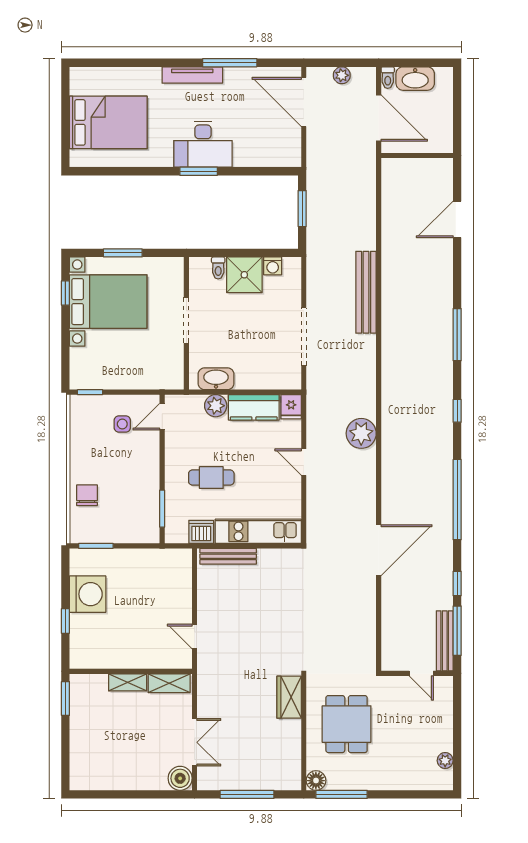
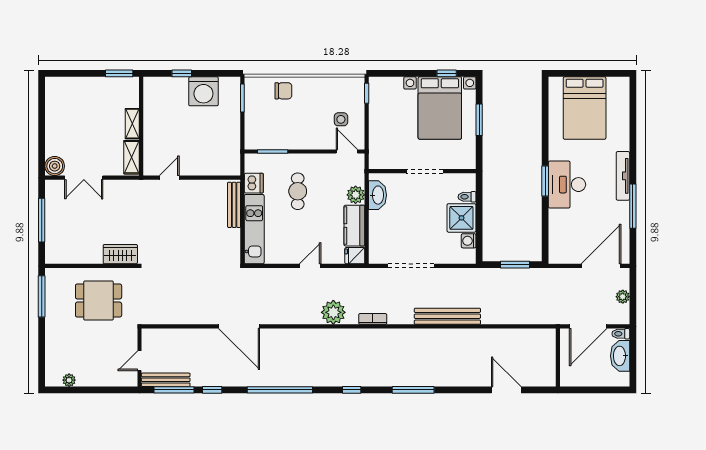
bookcase: (369, 385) -> (373, 319), added
floor lamp: (316, 781) -> (53, 276), removed

